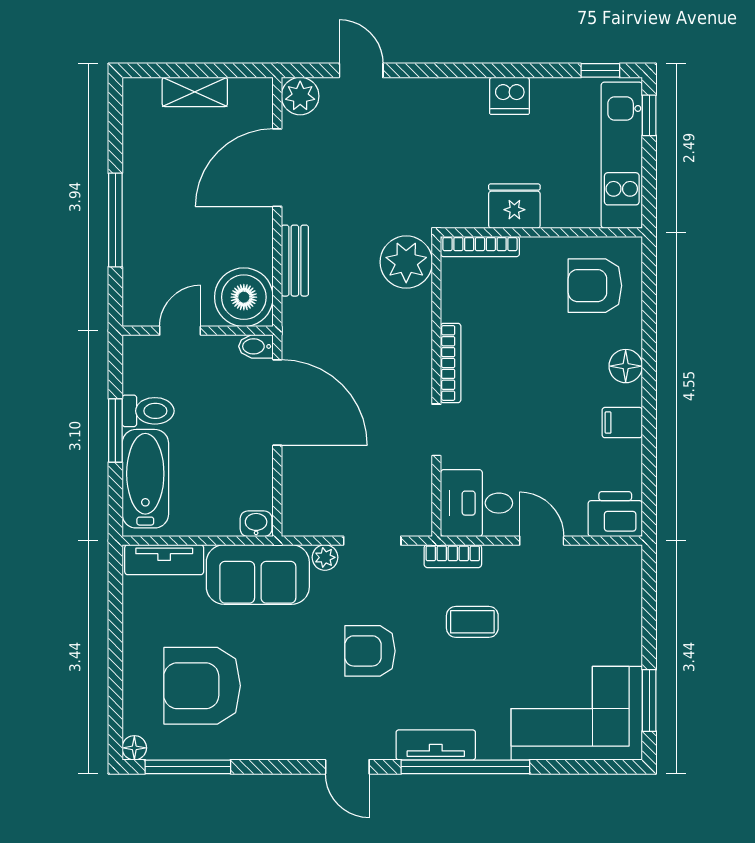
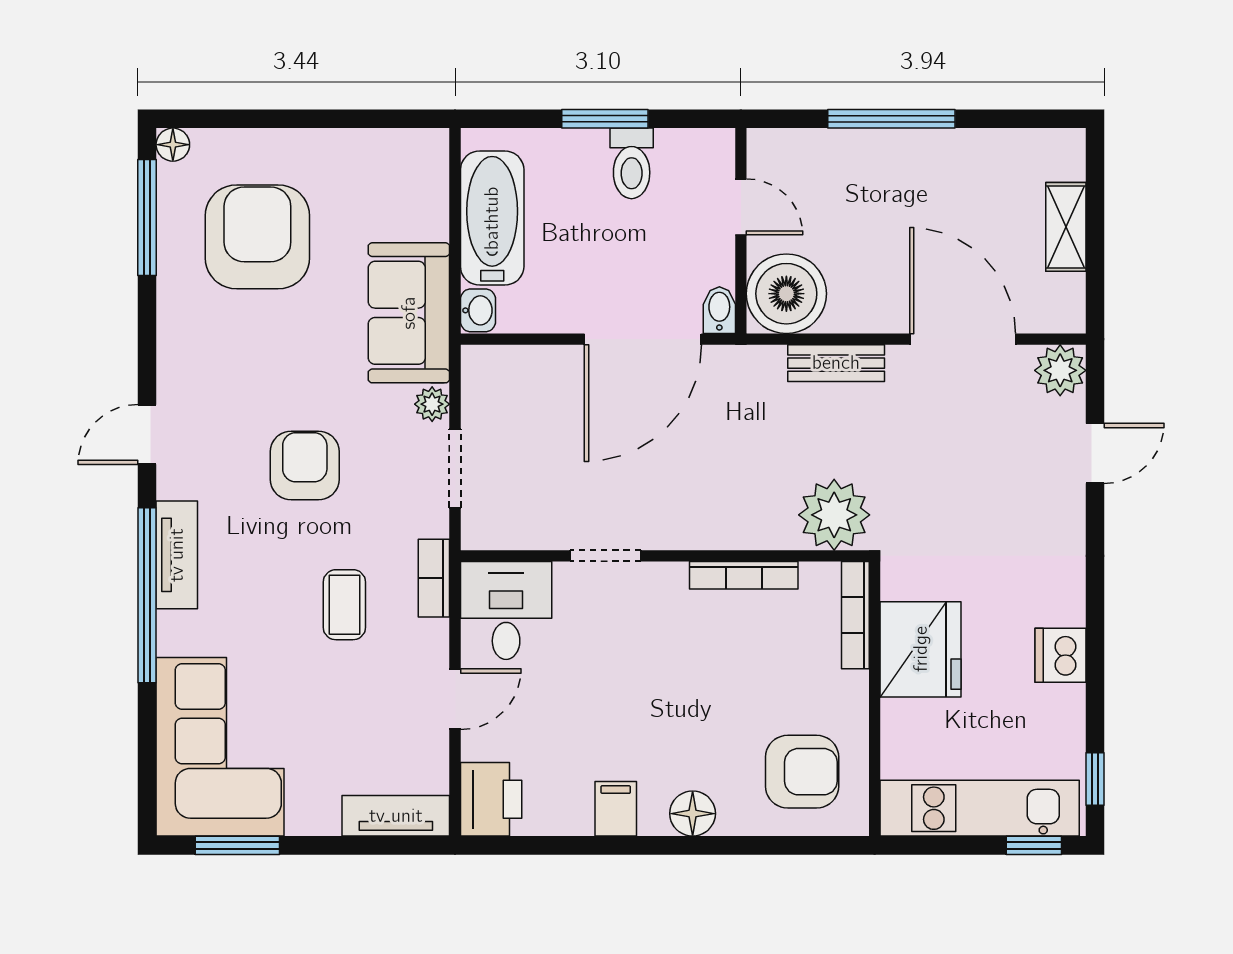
fridge: (514, 206) -> (921, 649), width x1.36, depth x1.34
armchair: (595, 286) -> (802, 772), turned 90
bookcase: (451, 363) -> (744, 575), moved
bathtub: (145, 479) -> (492, 218), moved, turned -90
tv unit: (164, 560) -> (396, 816), moved, turned 90

